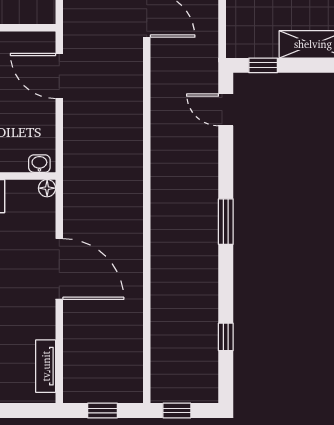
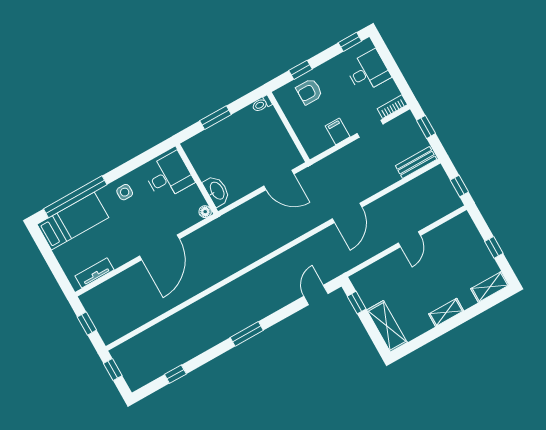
door: (59, 76) -> (279, 180), swing flipped
washbasin: (39, 164) -> (217, 191), width x1.91, depth x1.45

